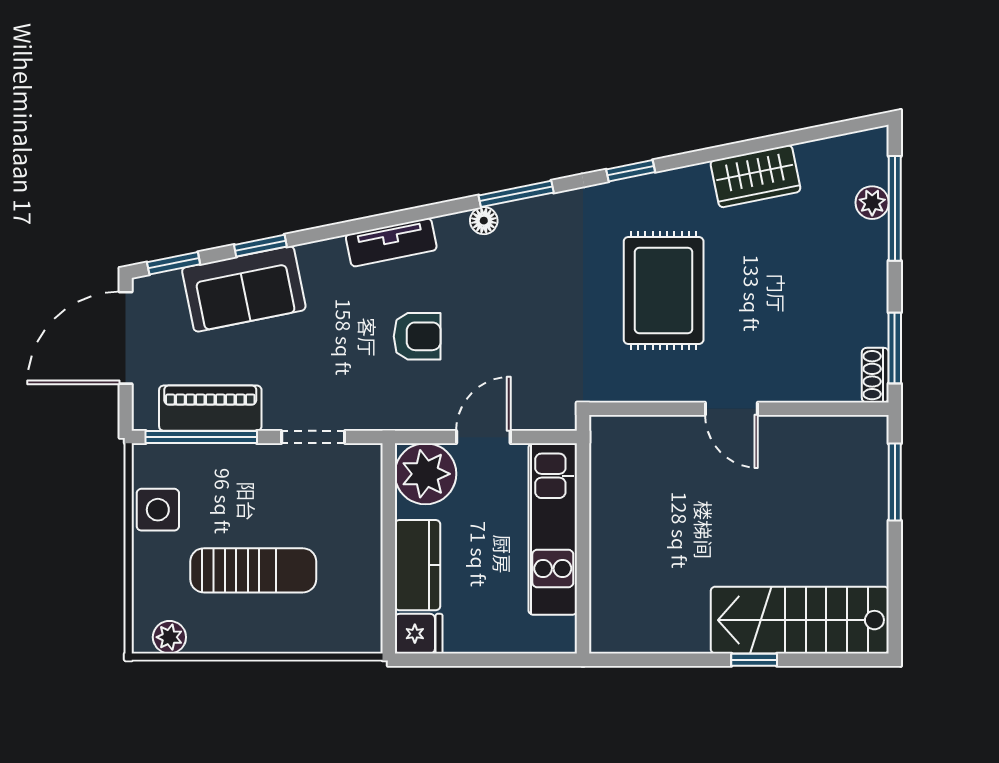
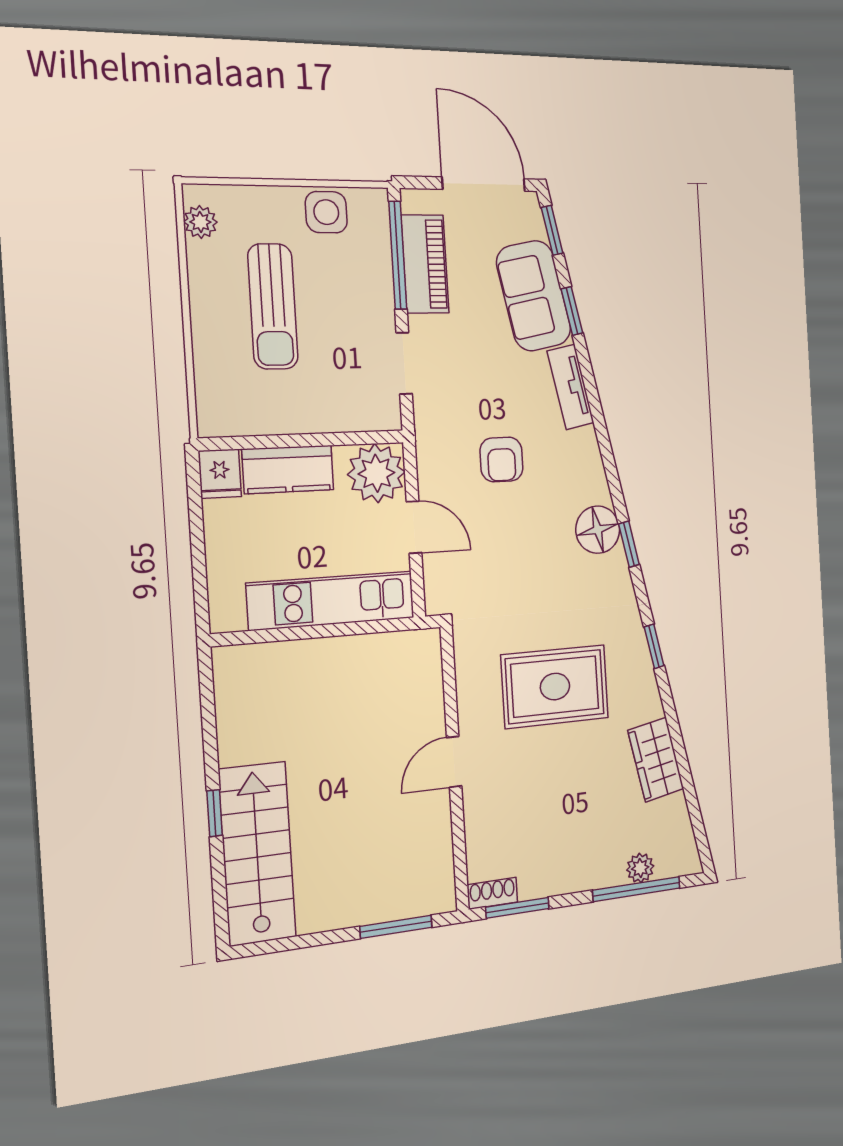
window: (516, 194) -> (629, 544), width x0.67
floor lamp: (484, 221) -> (598, 530), width x1.89, depth x1.89
tv unit: (391, 242) -> (571, 387), moved

